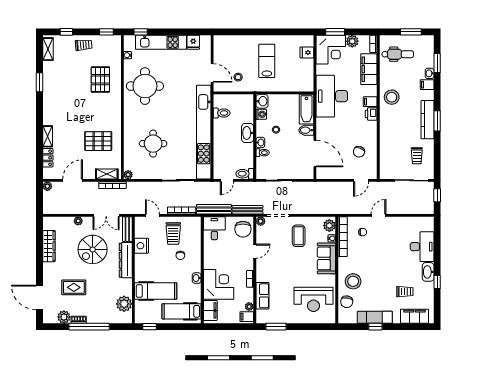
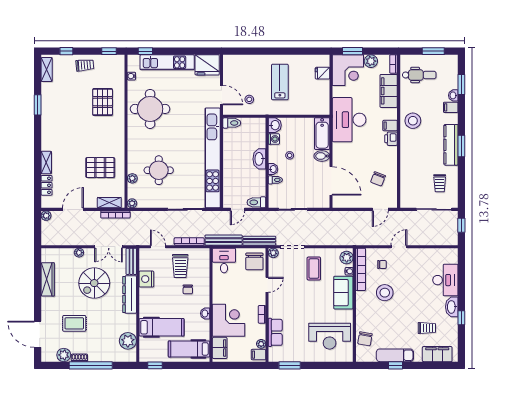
fridge: (193, 42) -> (207, 65), width x1.88, depth x1.34
toilet: (222, 113) -> (232, 123), moved
plant: (128, 151) -> (132, 178), added
stool: (353, 281) -> (385, 293), moved

